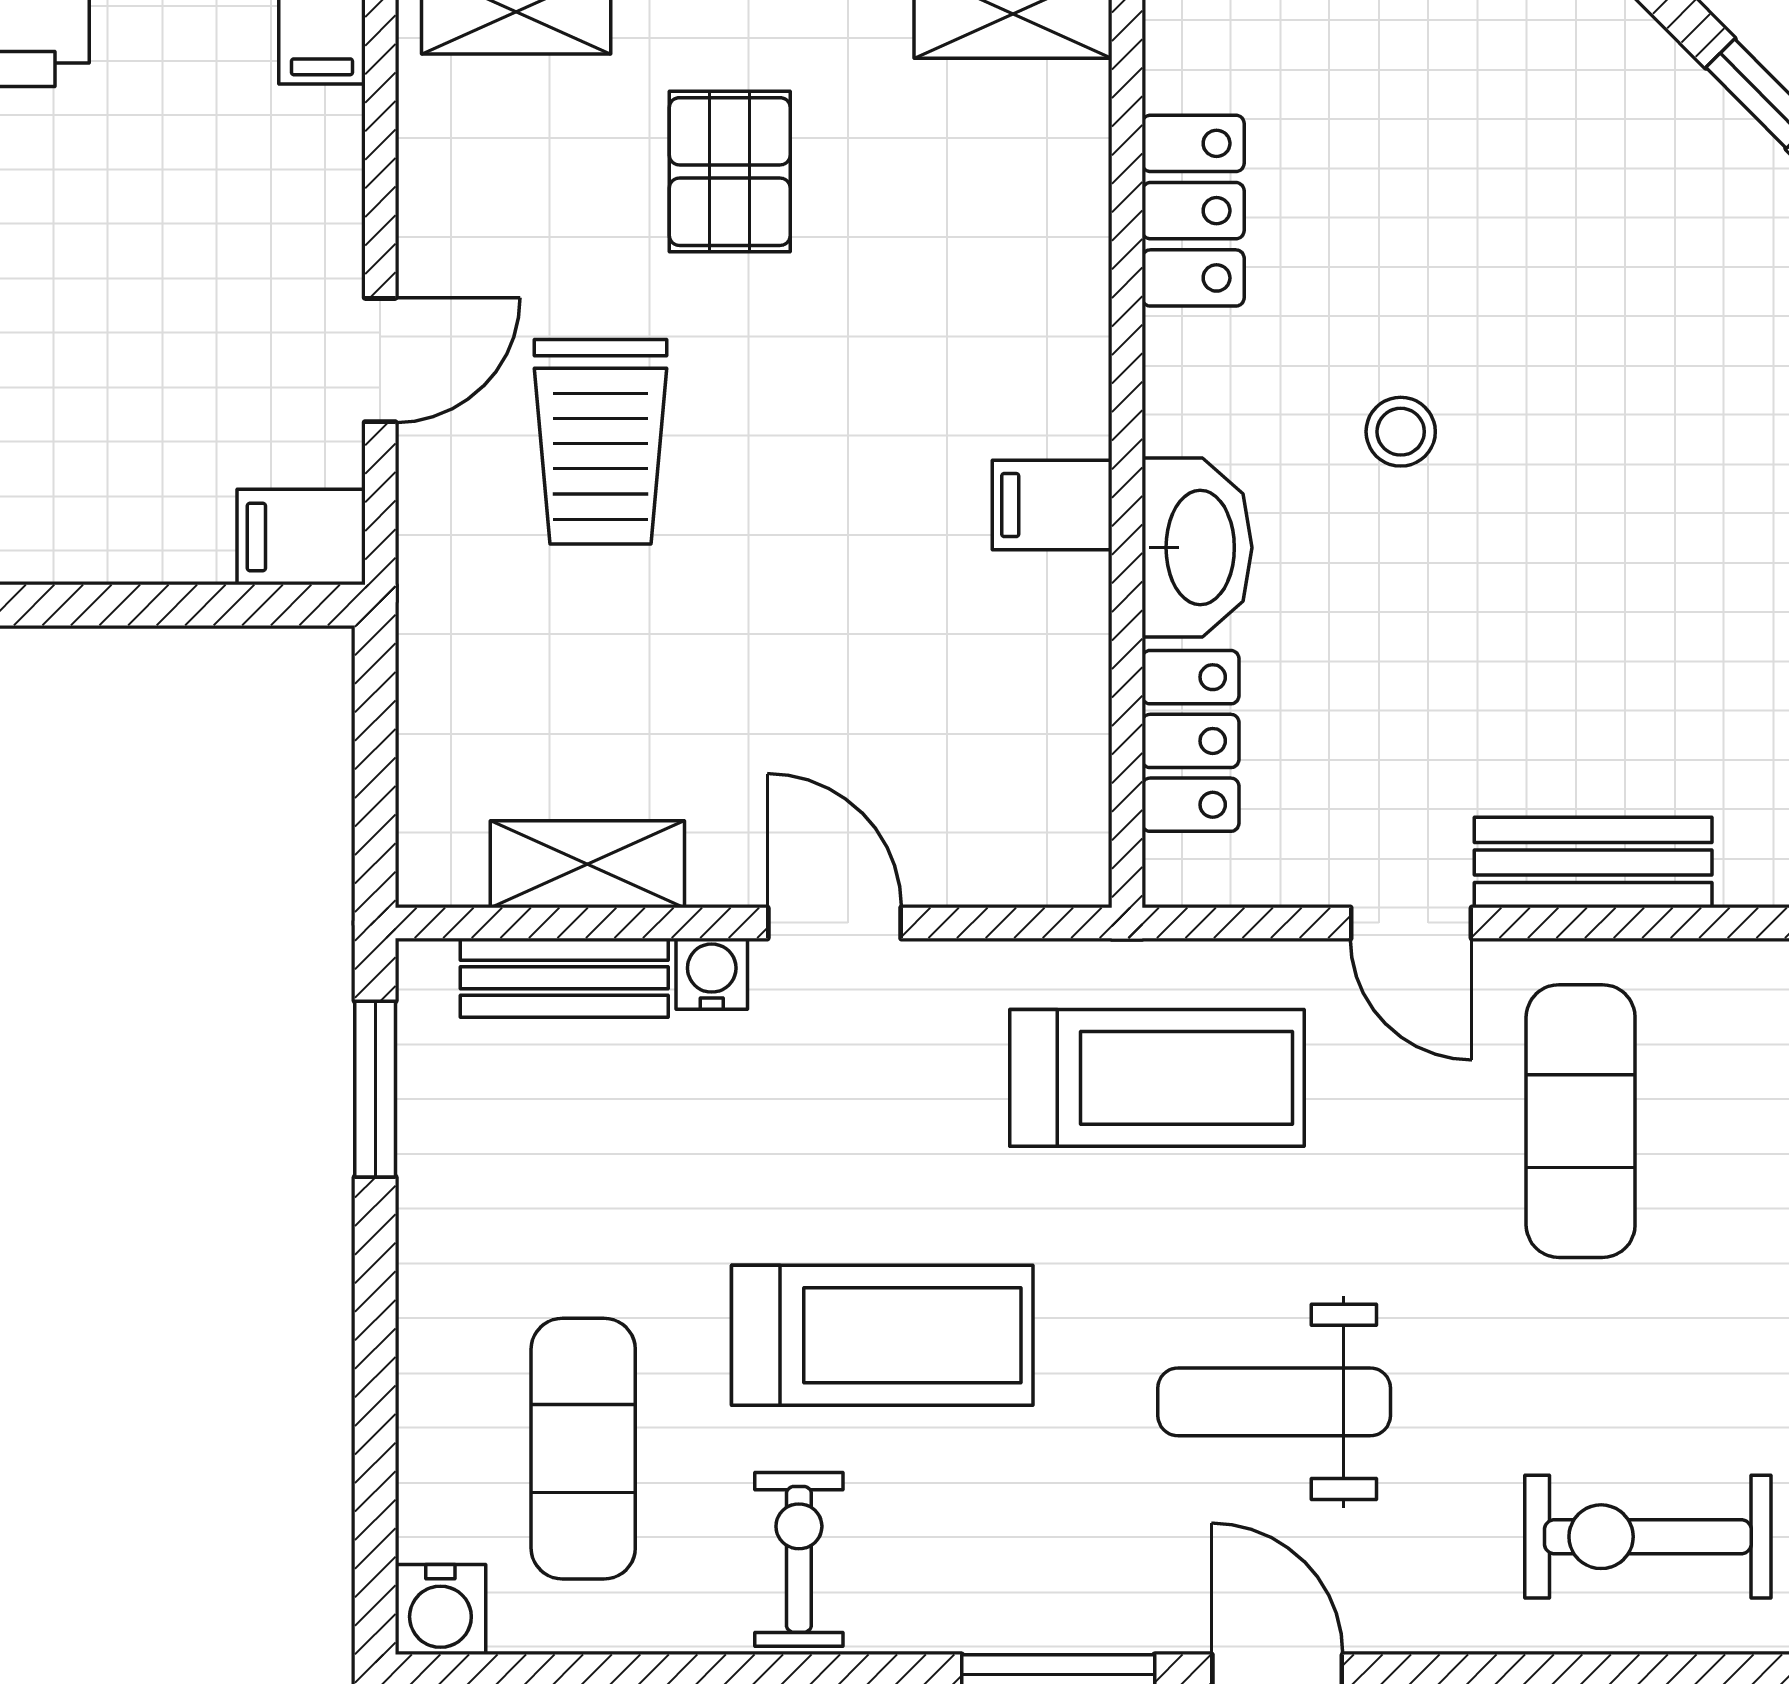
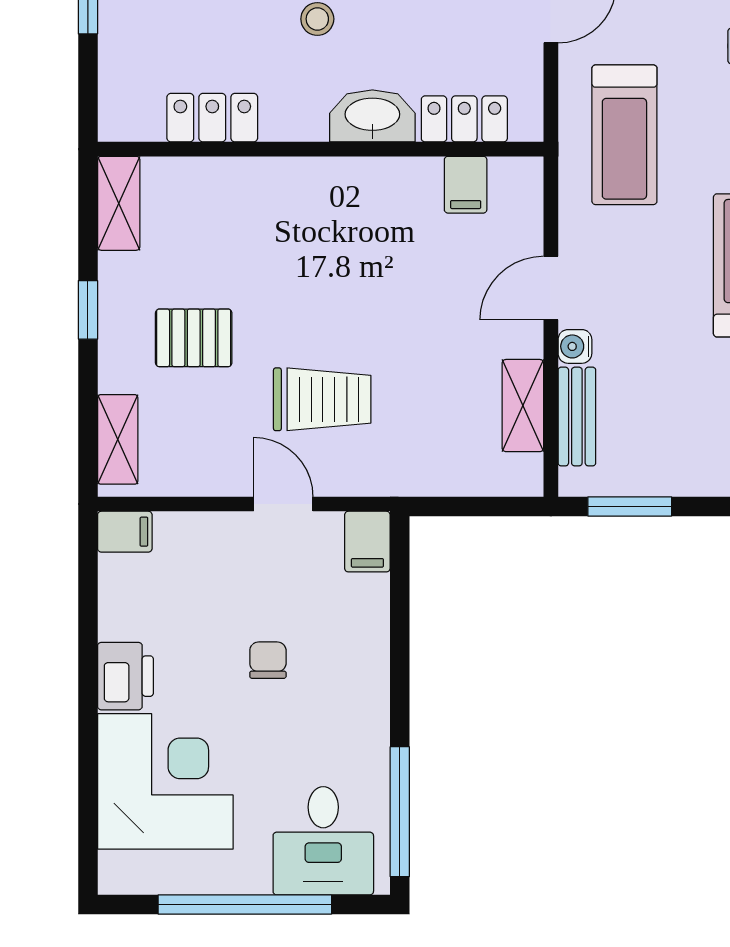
chair: (52, 328) -> (268, 660), added
filing cabinet: (1052, 505) -> (466, 185), moved
treadmill: (1157, 1078) -> (624, 135), turned 180

